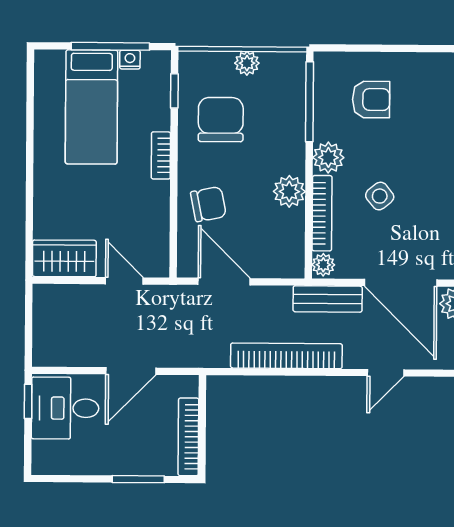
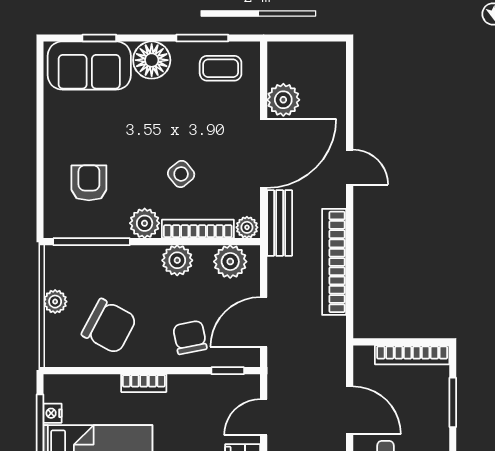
window: (174, 91) -> (228, 371), moved
chair: (221, 120) -> (109, 326), turned -152
plant: (288, 247) -> (230, 262), added

